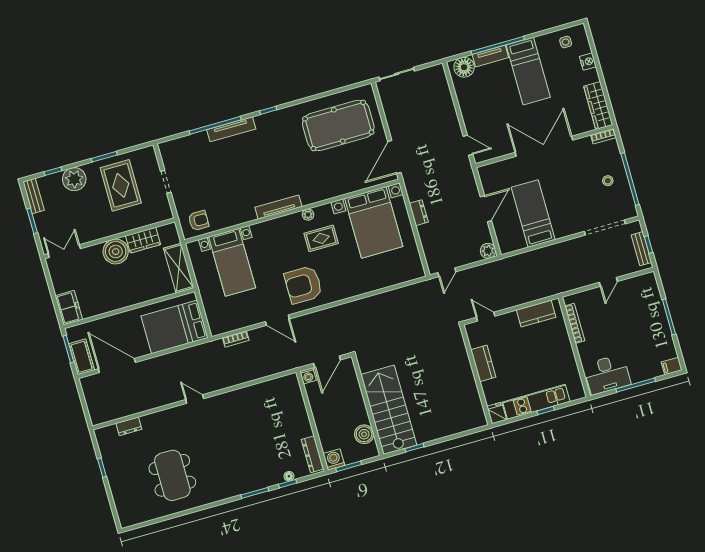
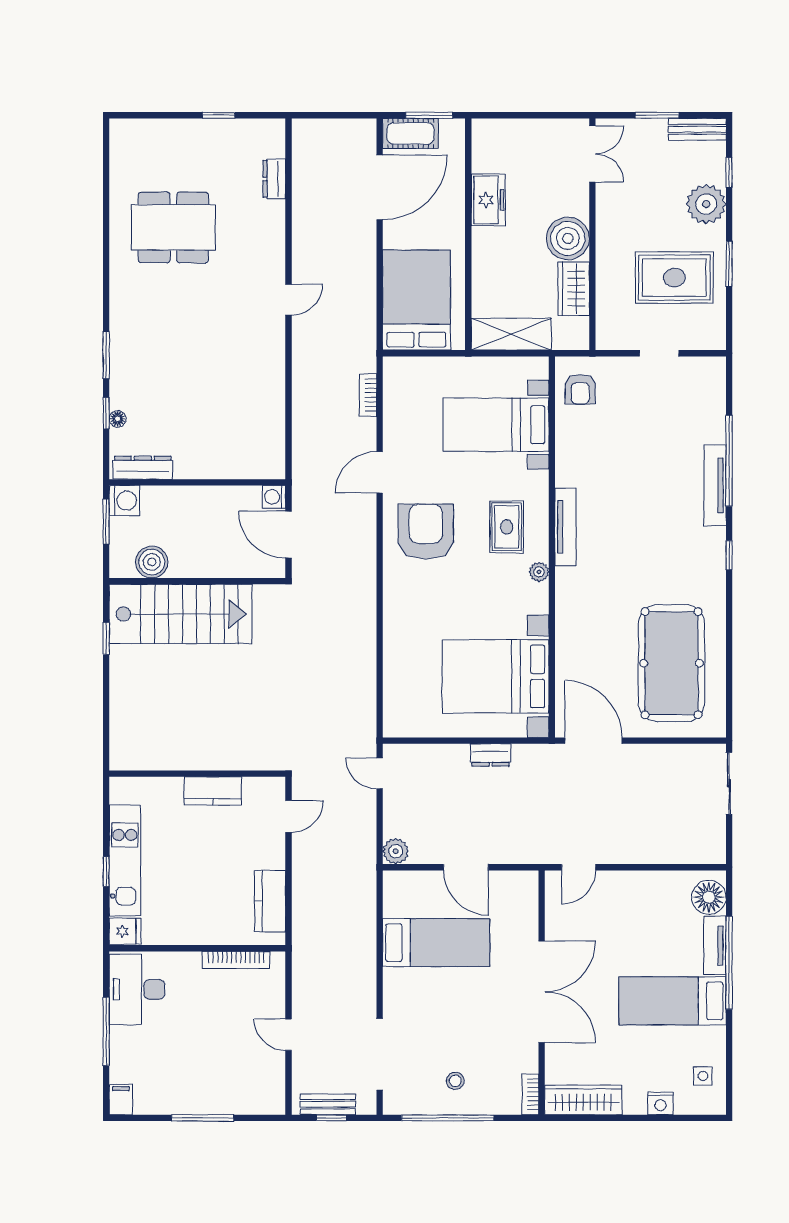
rug: (321, 238) -> (507, 527), moved
freezer: (69, 308) -> (488, 200), moved, turned -90
fridge: (497, 413) -> (125, 931), moved

